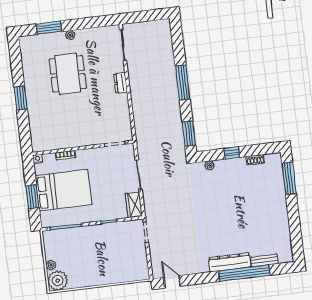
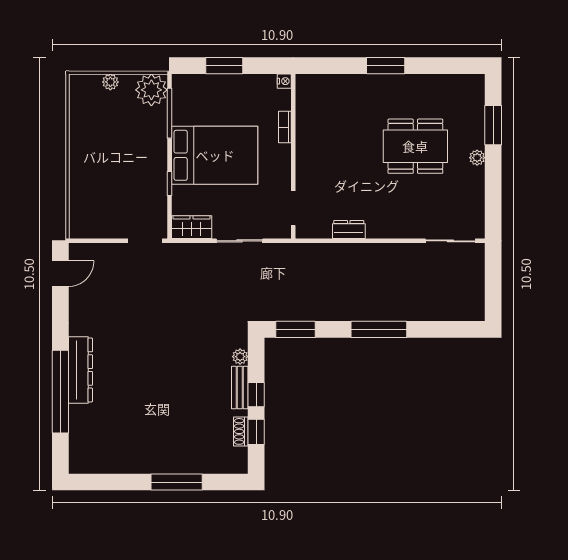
dresser: (121, 83) -> (349, 230), moved
window: (254, 150) -> (256, 432), added
window: (289, 178) -> (177, 482), moved
bed: (64, 190) -> (215, 155), moved, turned -90
bench: (264, 260) -> (240, 387), moved
plant: (58, 281) -> (151, 90), moved

